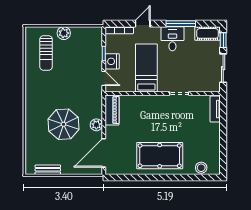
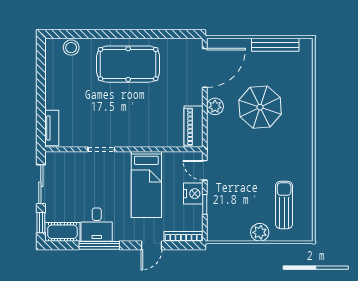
desk: (172, 39) -> (97, 225), moved
bench: (48, 170) -> (275, 45), width x1.36

